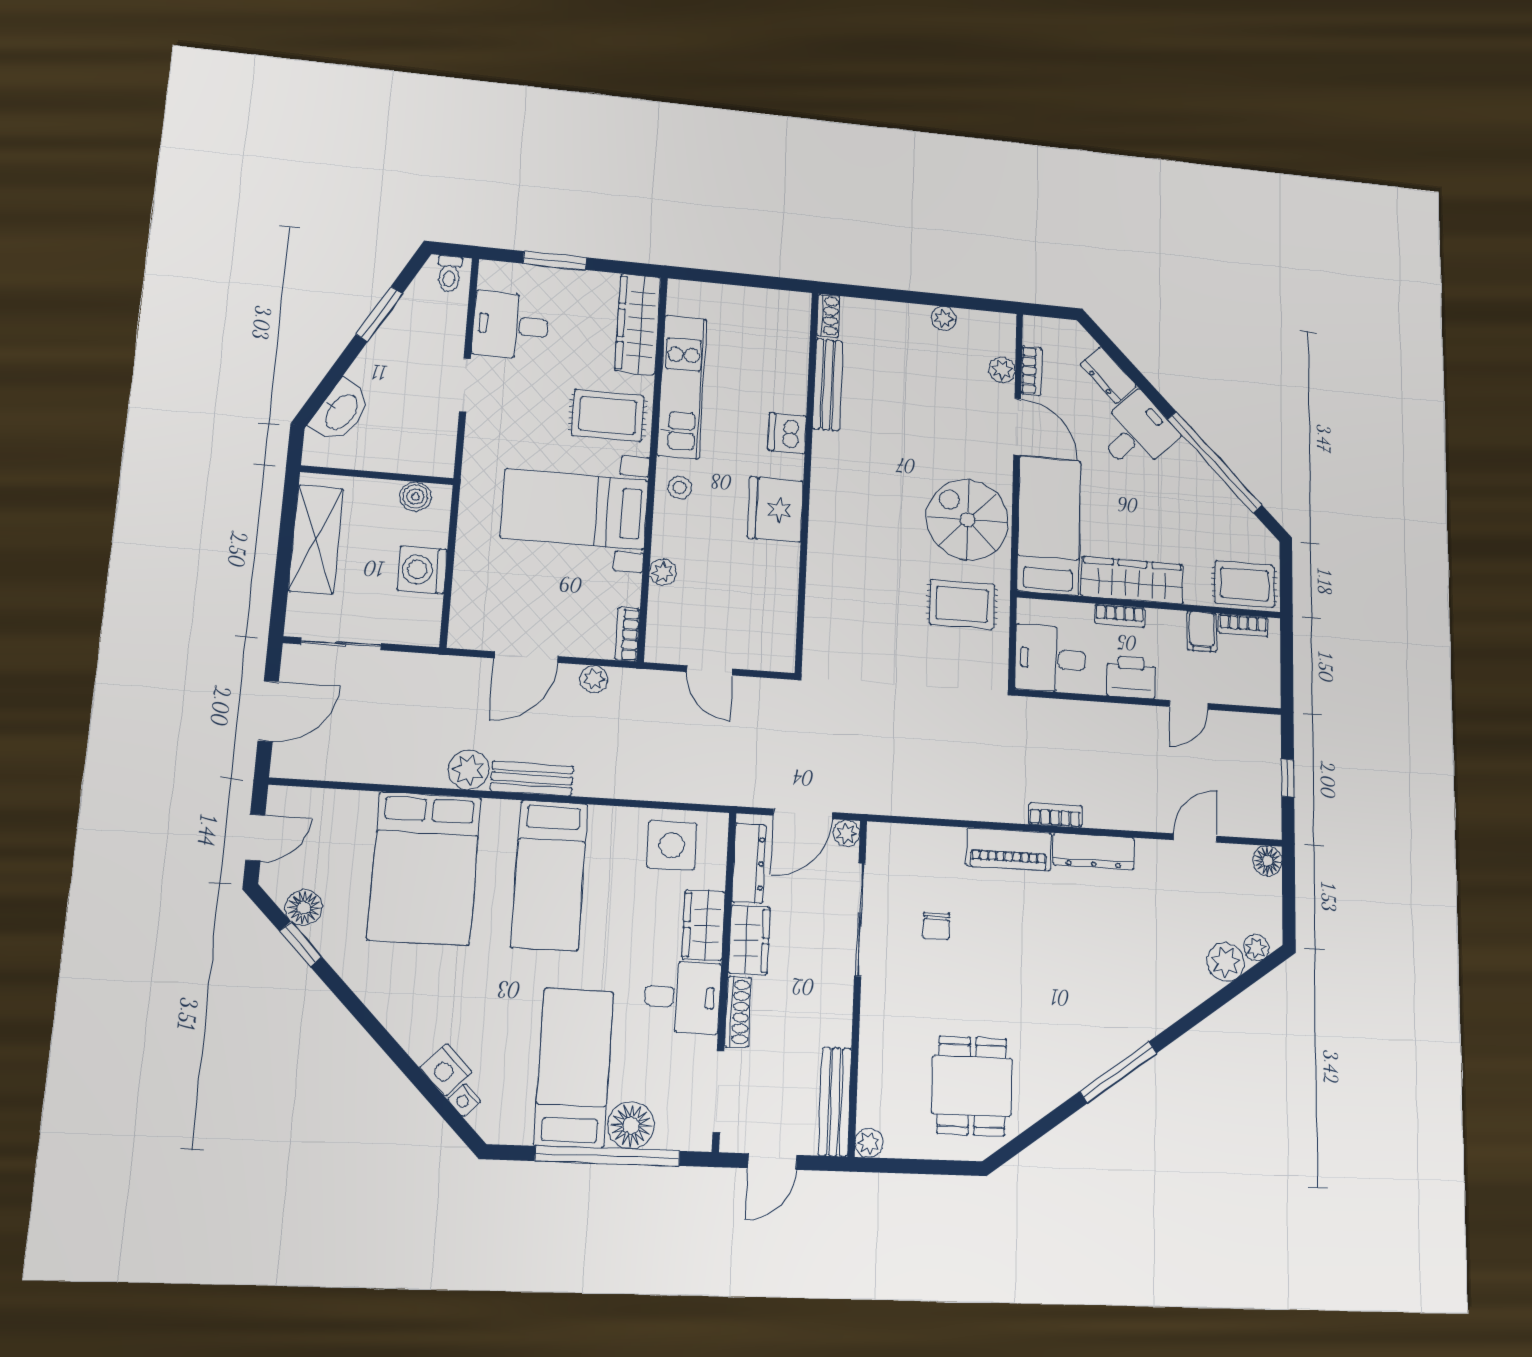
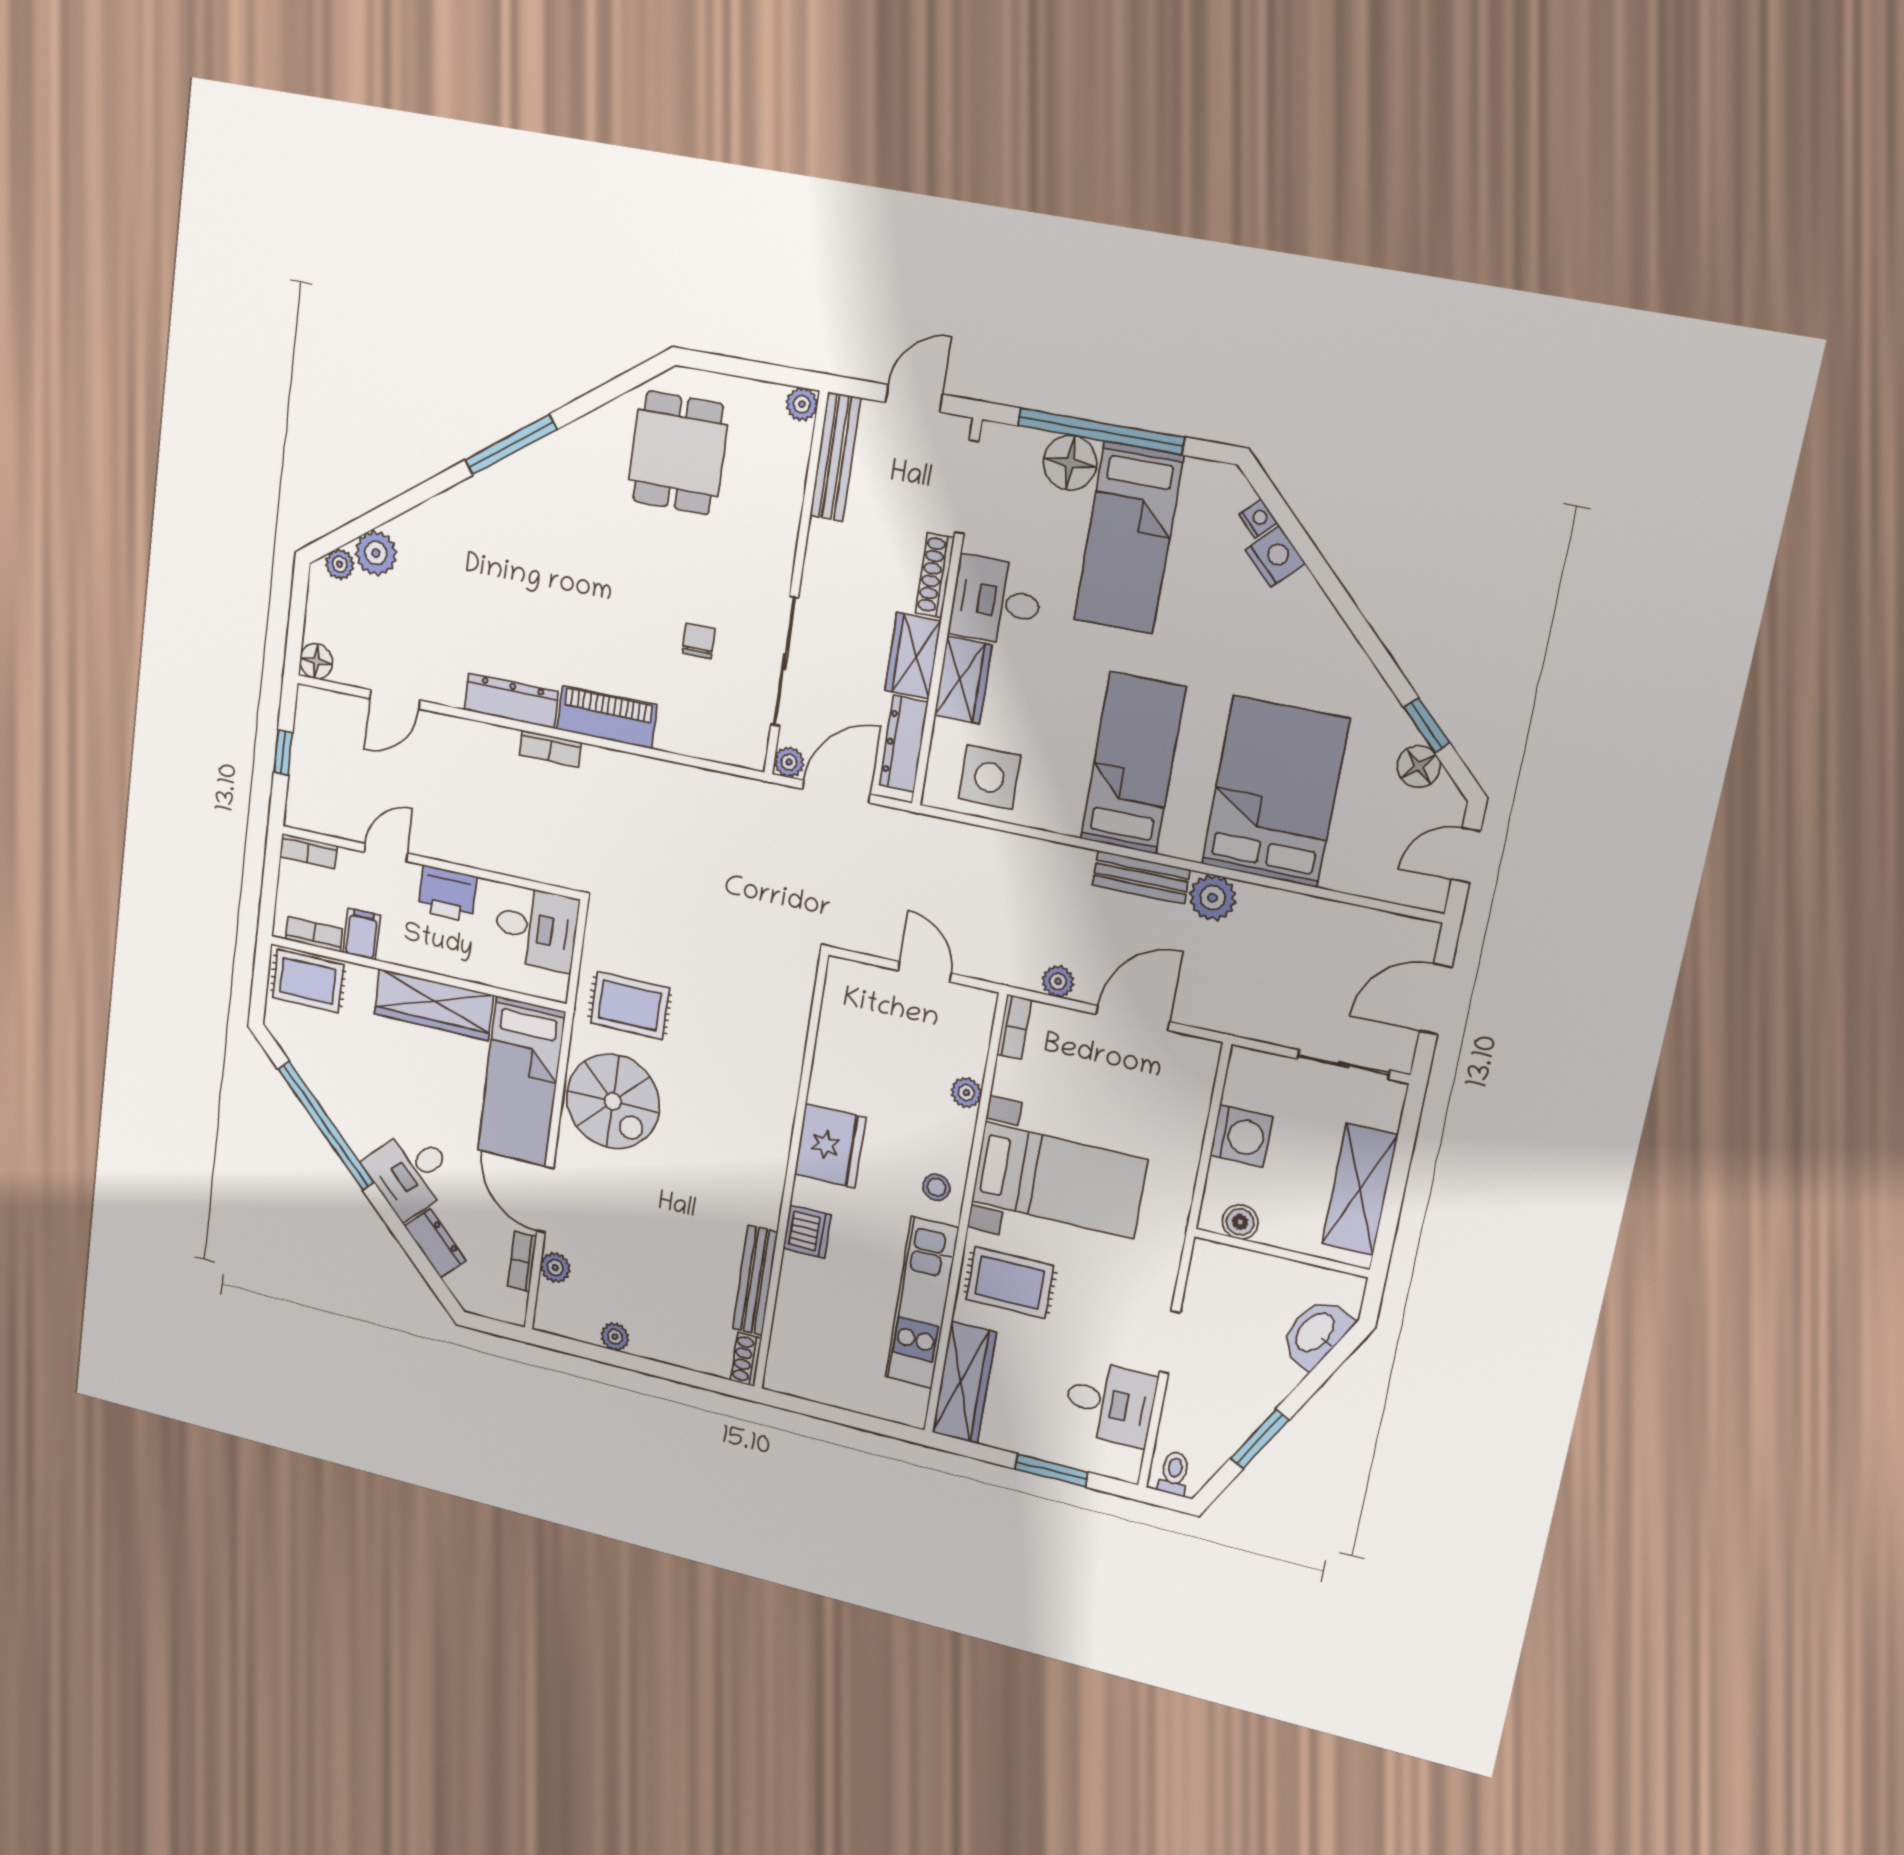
bookcase: (1120, 616) -> (308, 851), moved, turned 180

